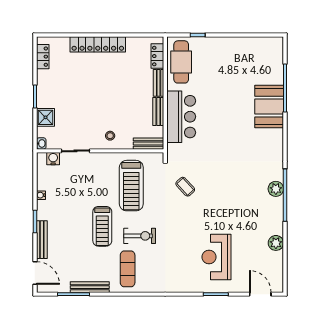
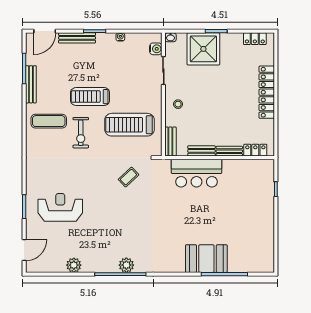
cafe table: (181, 62) -> (250, 173), removed
shower: (46, 117) -> (203, 49), width x1.86, depth x1.86

